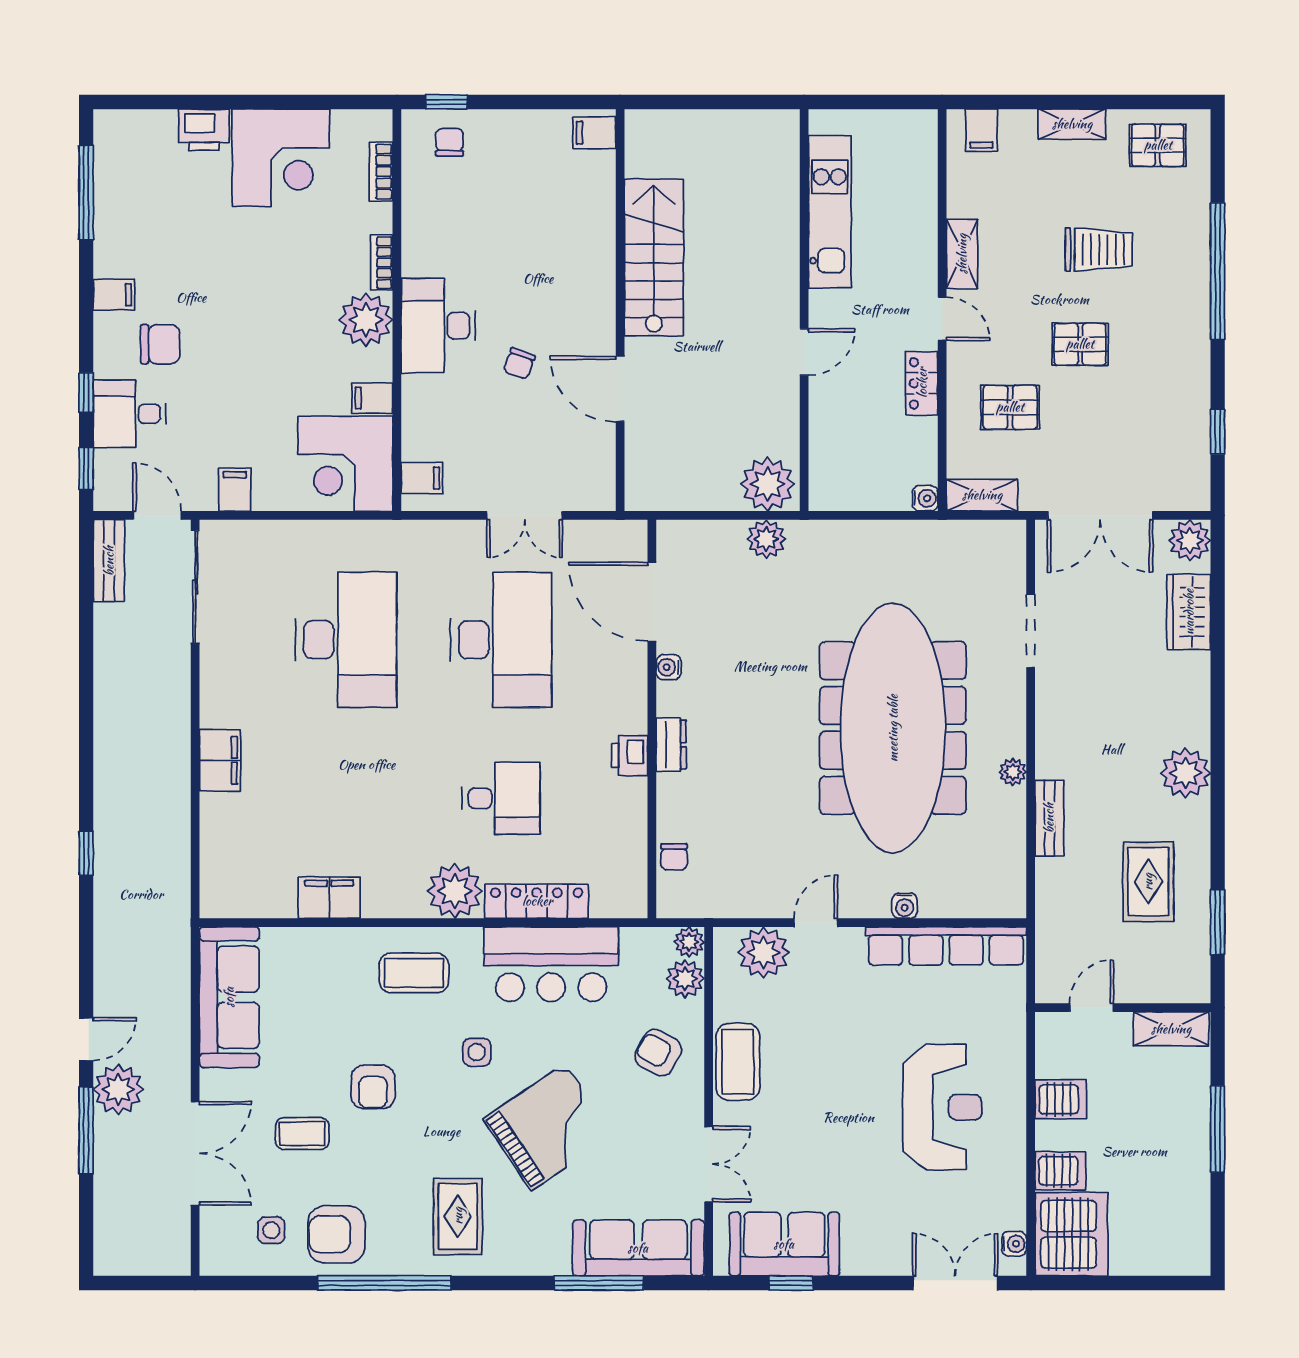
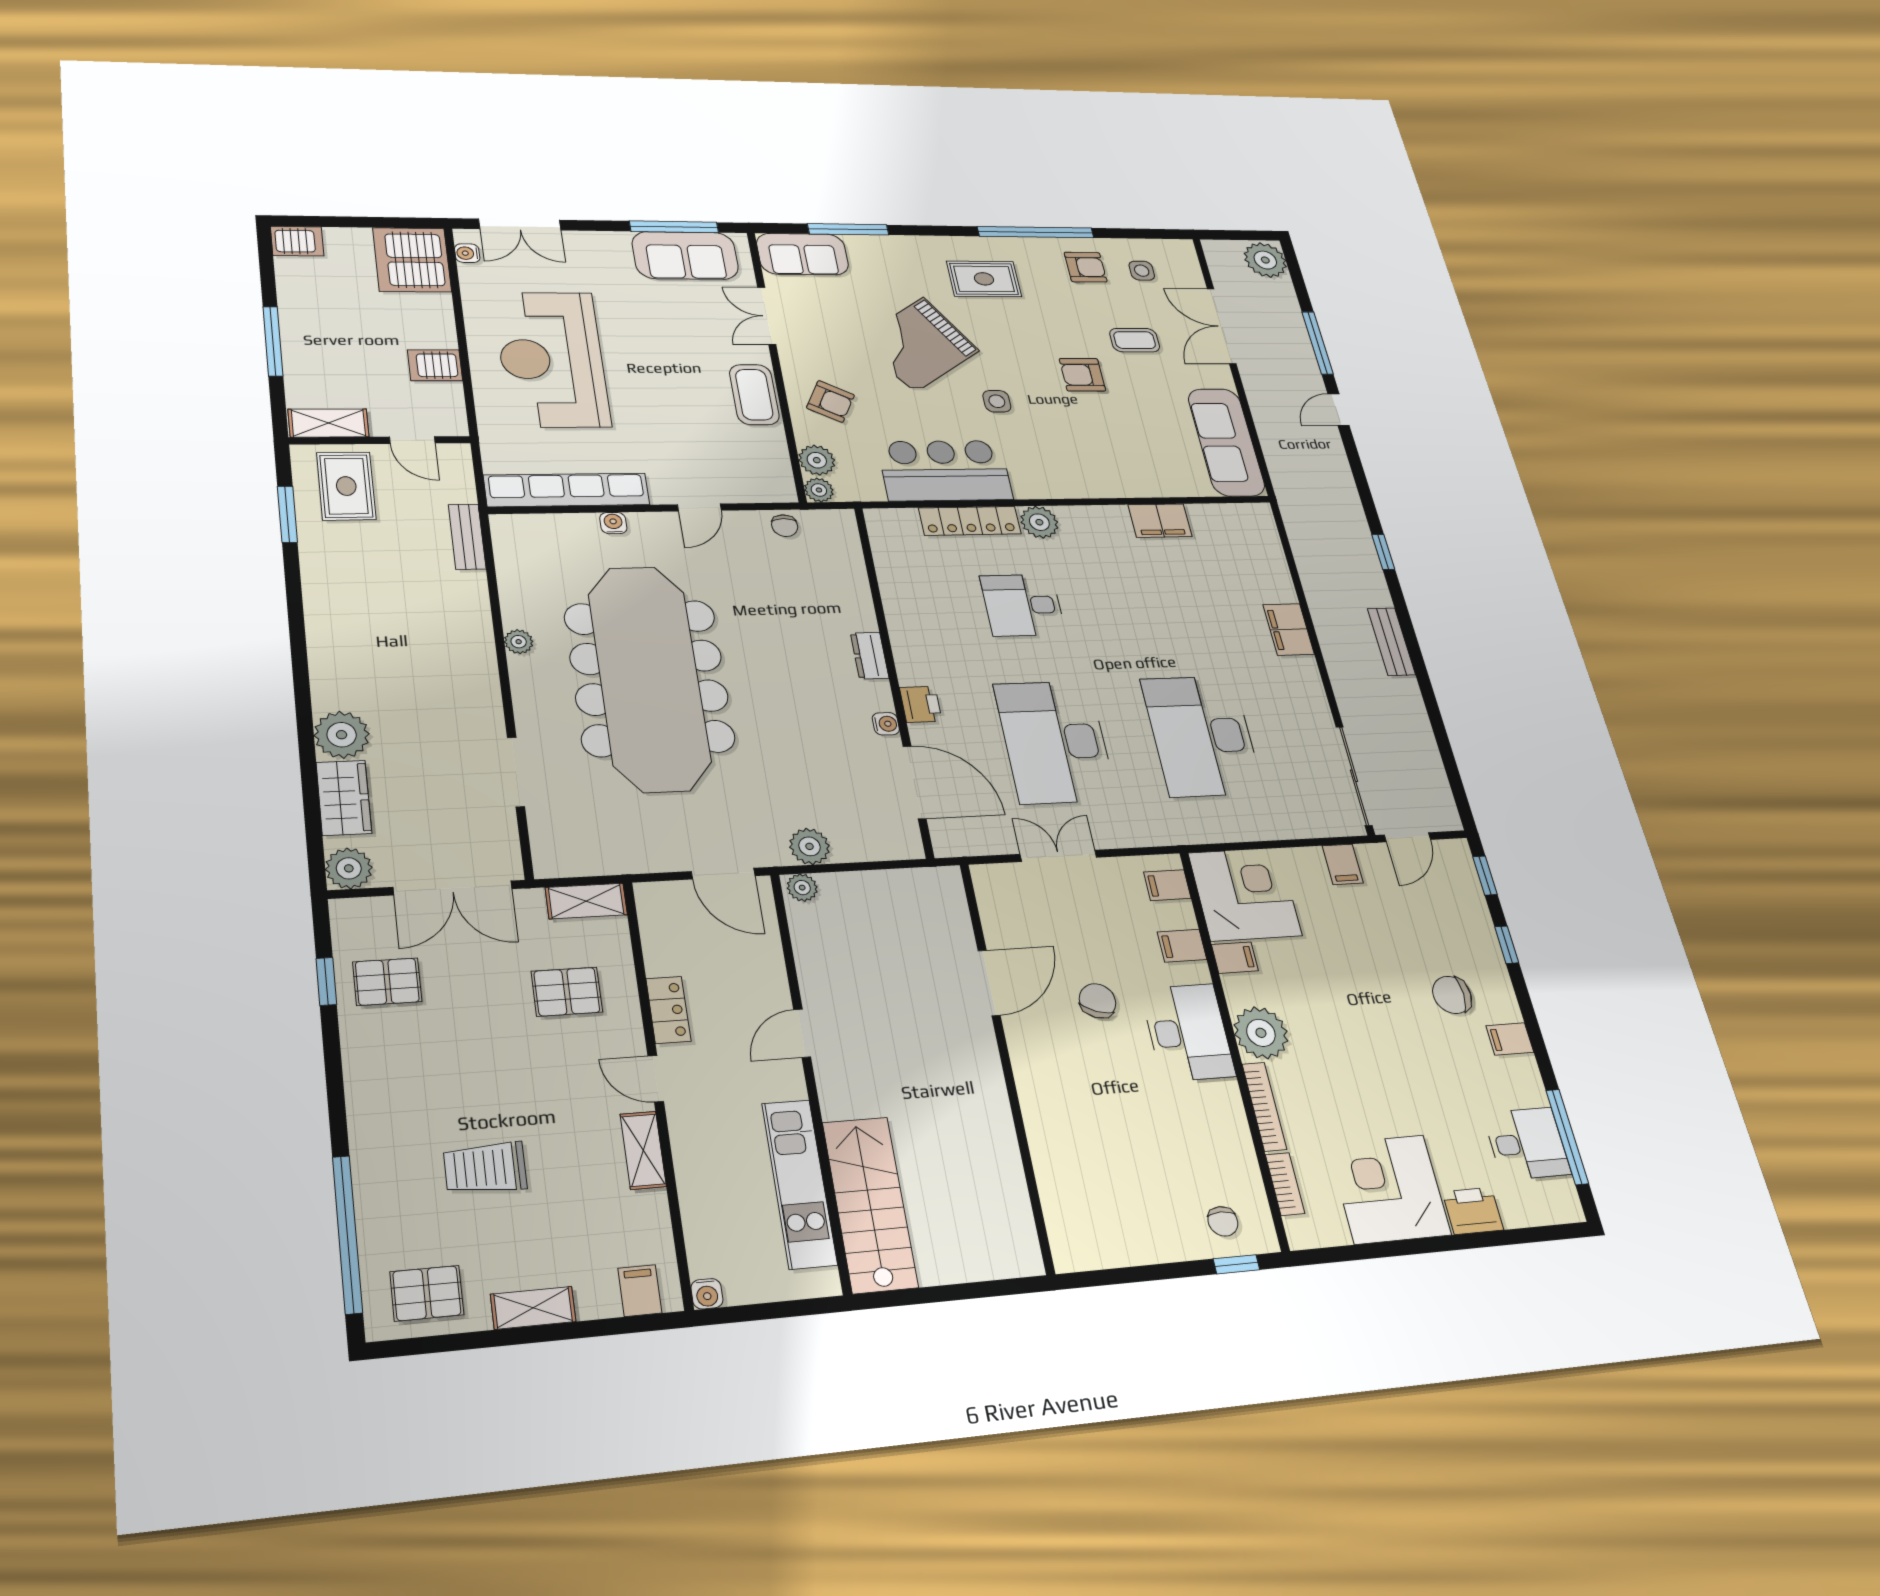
filing cabinet: (594, 133) -> (1182, 946), moved, turned 180
stairs: (654, 258) -> (870, 1204), moved, turned 180
bookcase: (382, 263) -> (1264, 1107), width x1.56
window: (1218, 271) -> (347, 1234), moved
pallet: (1080, 344) -> (387, 982), moved
chair: (519, 364) -> (1097, 1001), width x1.37, depth x1.37
door: (620, 389) -> (989, 983), hinge flipped
desk: (130, 414) -> (1527, 1144), moved
plant: (768, 484) -> (802, 888), width x0.53, depth x0.53
water cooler: (925, 498) -> (707, 1294), moved, turned -90
door: (157, 515) -> (1407, 837), hinge flipped
door: (852, 515) -> (723, 874), added
double door: (1100, 515) -> (453, 888), swing flipped
bench: (109, 561) -> (1391, 642), moved
printer: (630, 755) -> (921, 704), moved
plant: (1186, 773) -> (342, 735), moved
bench: (1049, 818) -> (467, 537), moved
chair: (674, 857) -> (785, 526), moved, turned 180
rug: (1148, 882) -> (346, 486), moved
plant: (455, 891) -> (1039, 522), width x0.73, depth x0.73
plant: (763, 952) -> (746, 482), removed
coffee table: (414, 973) -> (1068, 462), removed
door: (1092, 1008) -> (412, 440), hinge flipped
armchair: (373, 1087) -> (1082, 375), turned -90
plant: (118, 1089) -> (1265, 260), moved
reception desk: (942, 1107) -> (552, 359), width x1.36, depth x1.30
server rack: (1060, 1171) -> (297, 241), moved, turned 180
rug: (458, 1216) -> (984, 279), turned 90
armchair: (337, 1234) -> (1086, 267), width x0.72, depth x0.72
sofa: (638, 1248) -> (803, 254), width x0.73
window: (791, 1283) -> (674, 227), width x2.17

